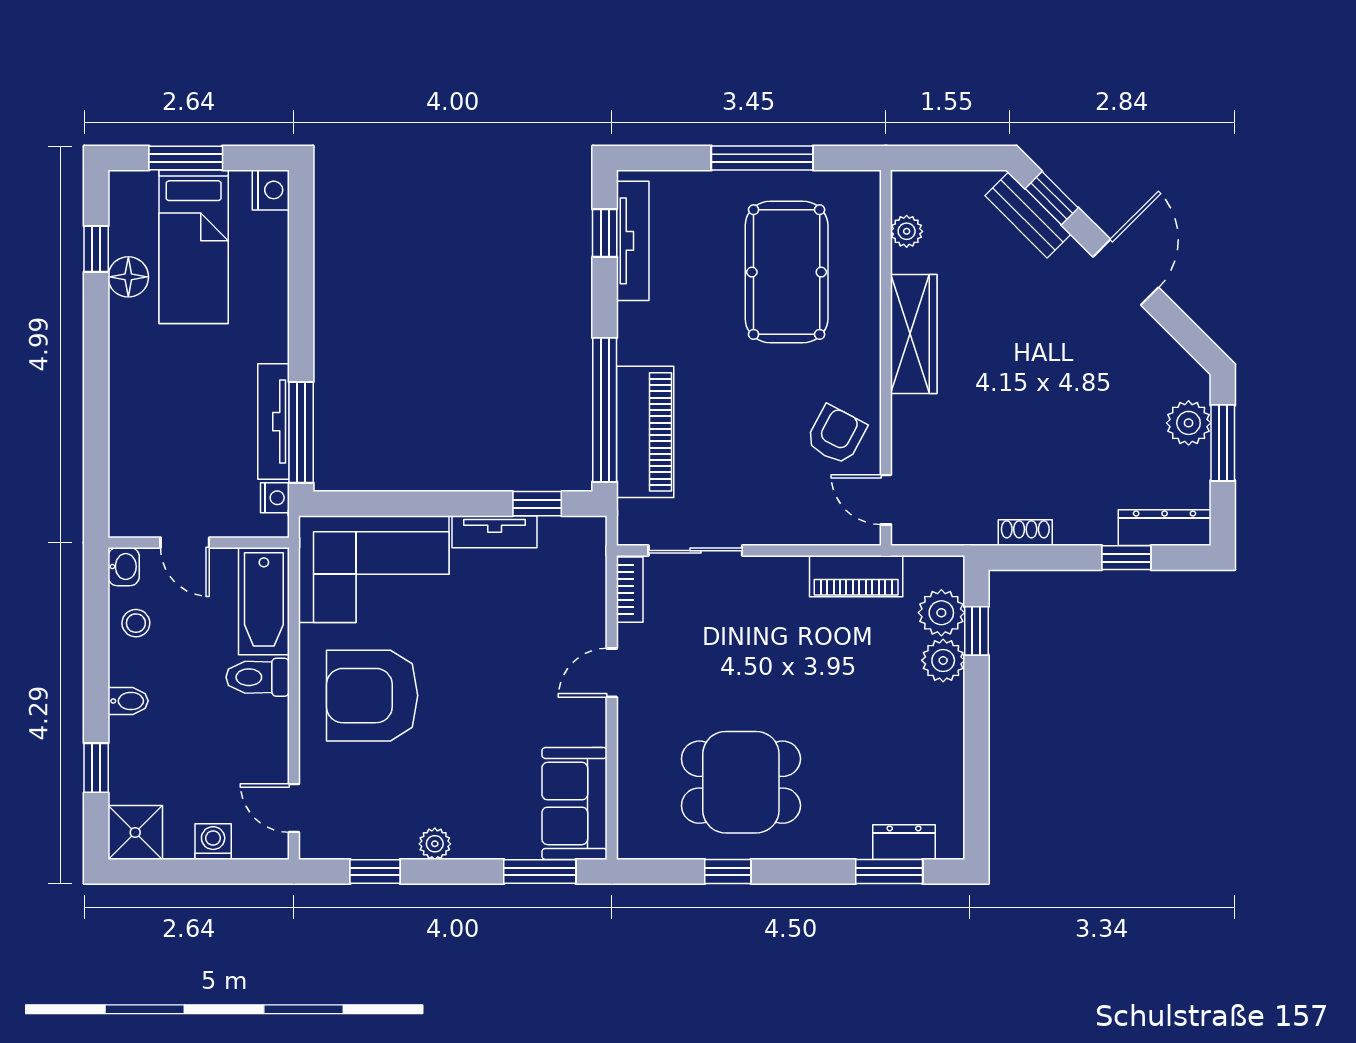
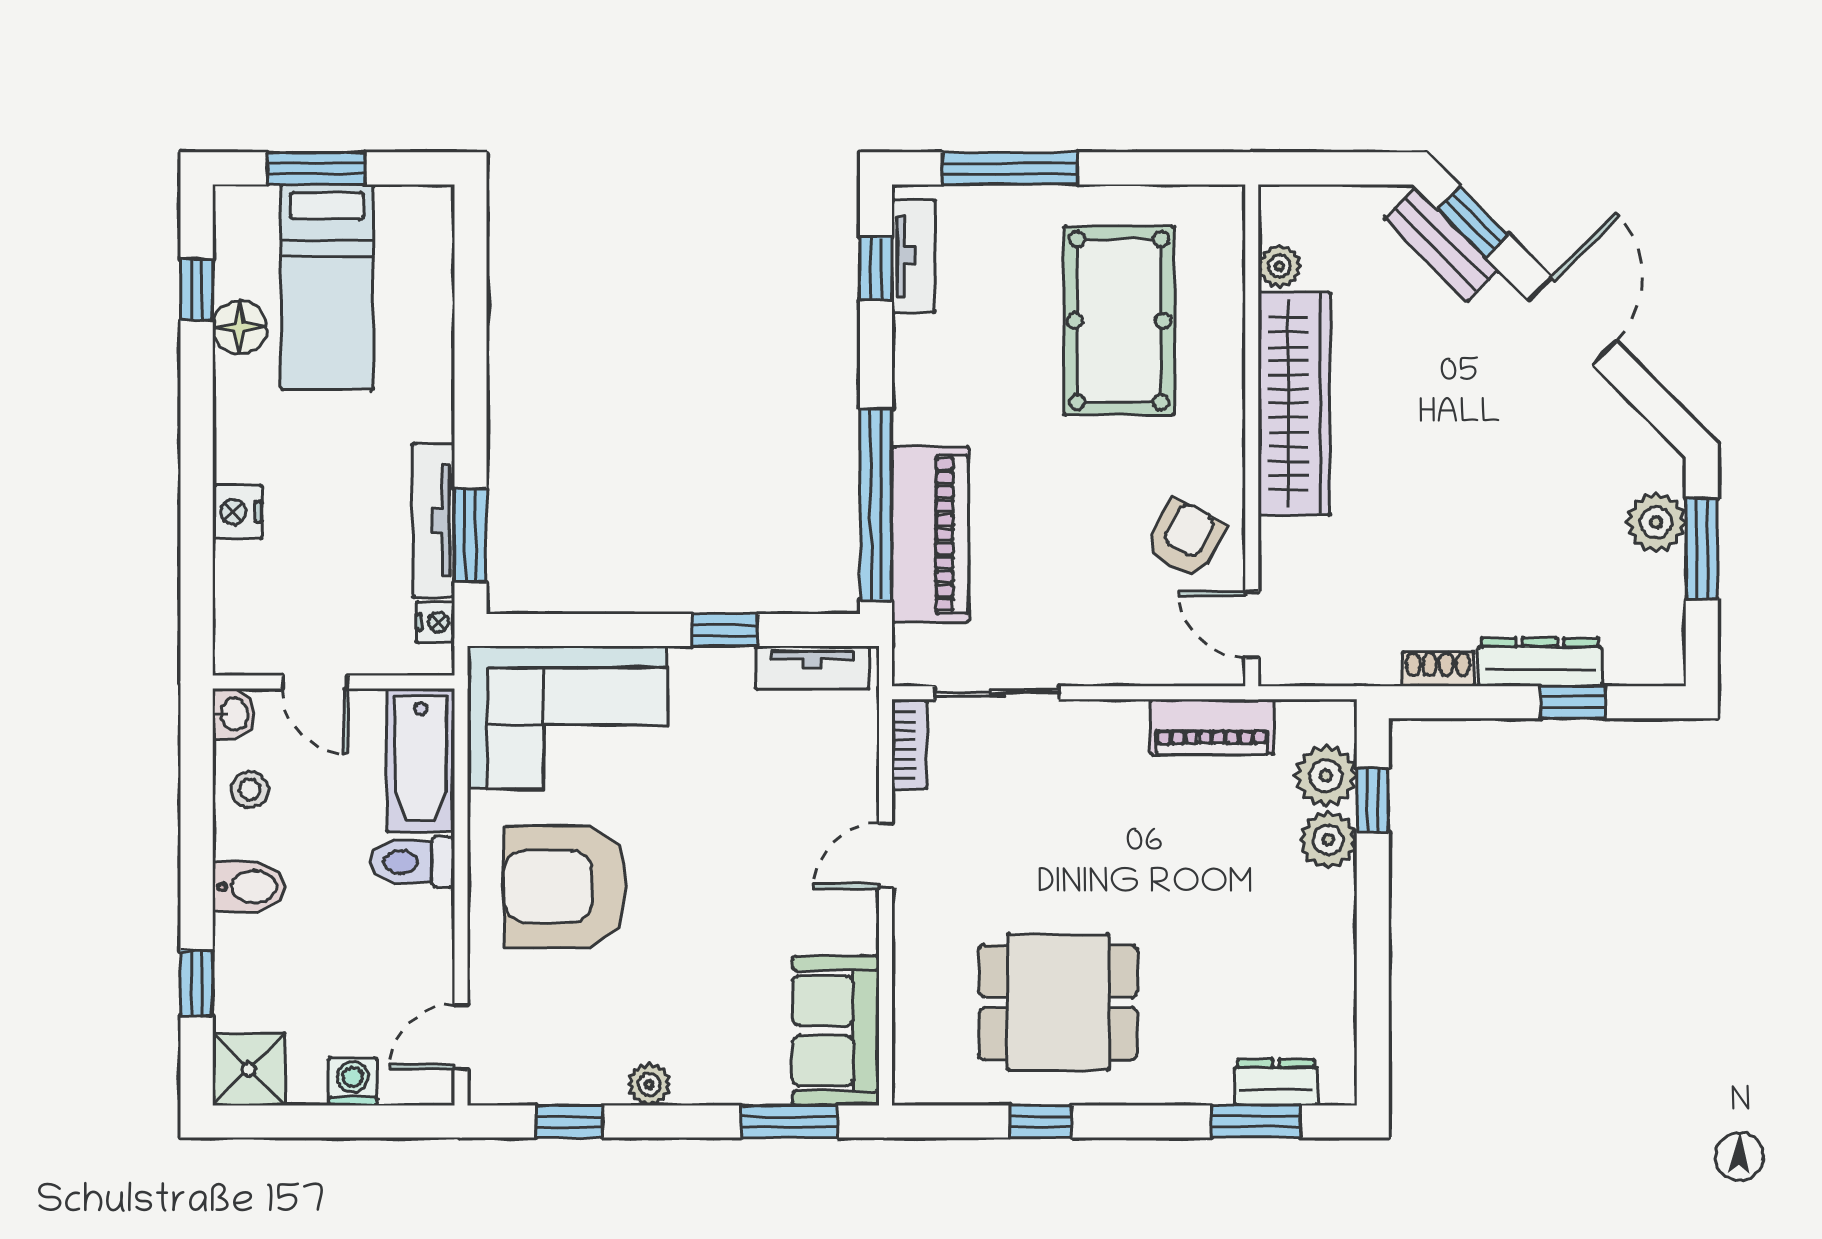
window: (762, 158) -> (1010, 168), moved
nightstand: (271, 190) -> (237, 512), moved, turned 180
tv unit: (633, 241) -> (913, 256), width x0.71
wardrobe: (914, 334) -> (1294, 403), width x1.40, depth x1.17
window: (301, 432) -> (470, 535), width x0.69
window: (537, 504) -> (725, 630), moved
dresser: (1165, 528) -> (1540, 662), moved
tv unit: (495, 532) -> (812, 668), moved
bidet: (128, 701) -> (249, 887), width x1.38, depth x1.36
door: (294, 808) -> (461, 1037), hinge flipped

